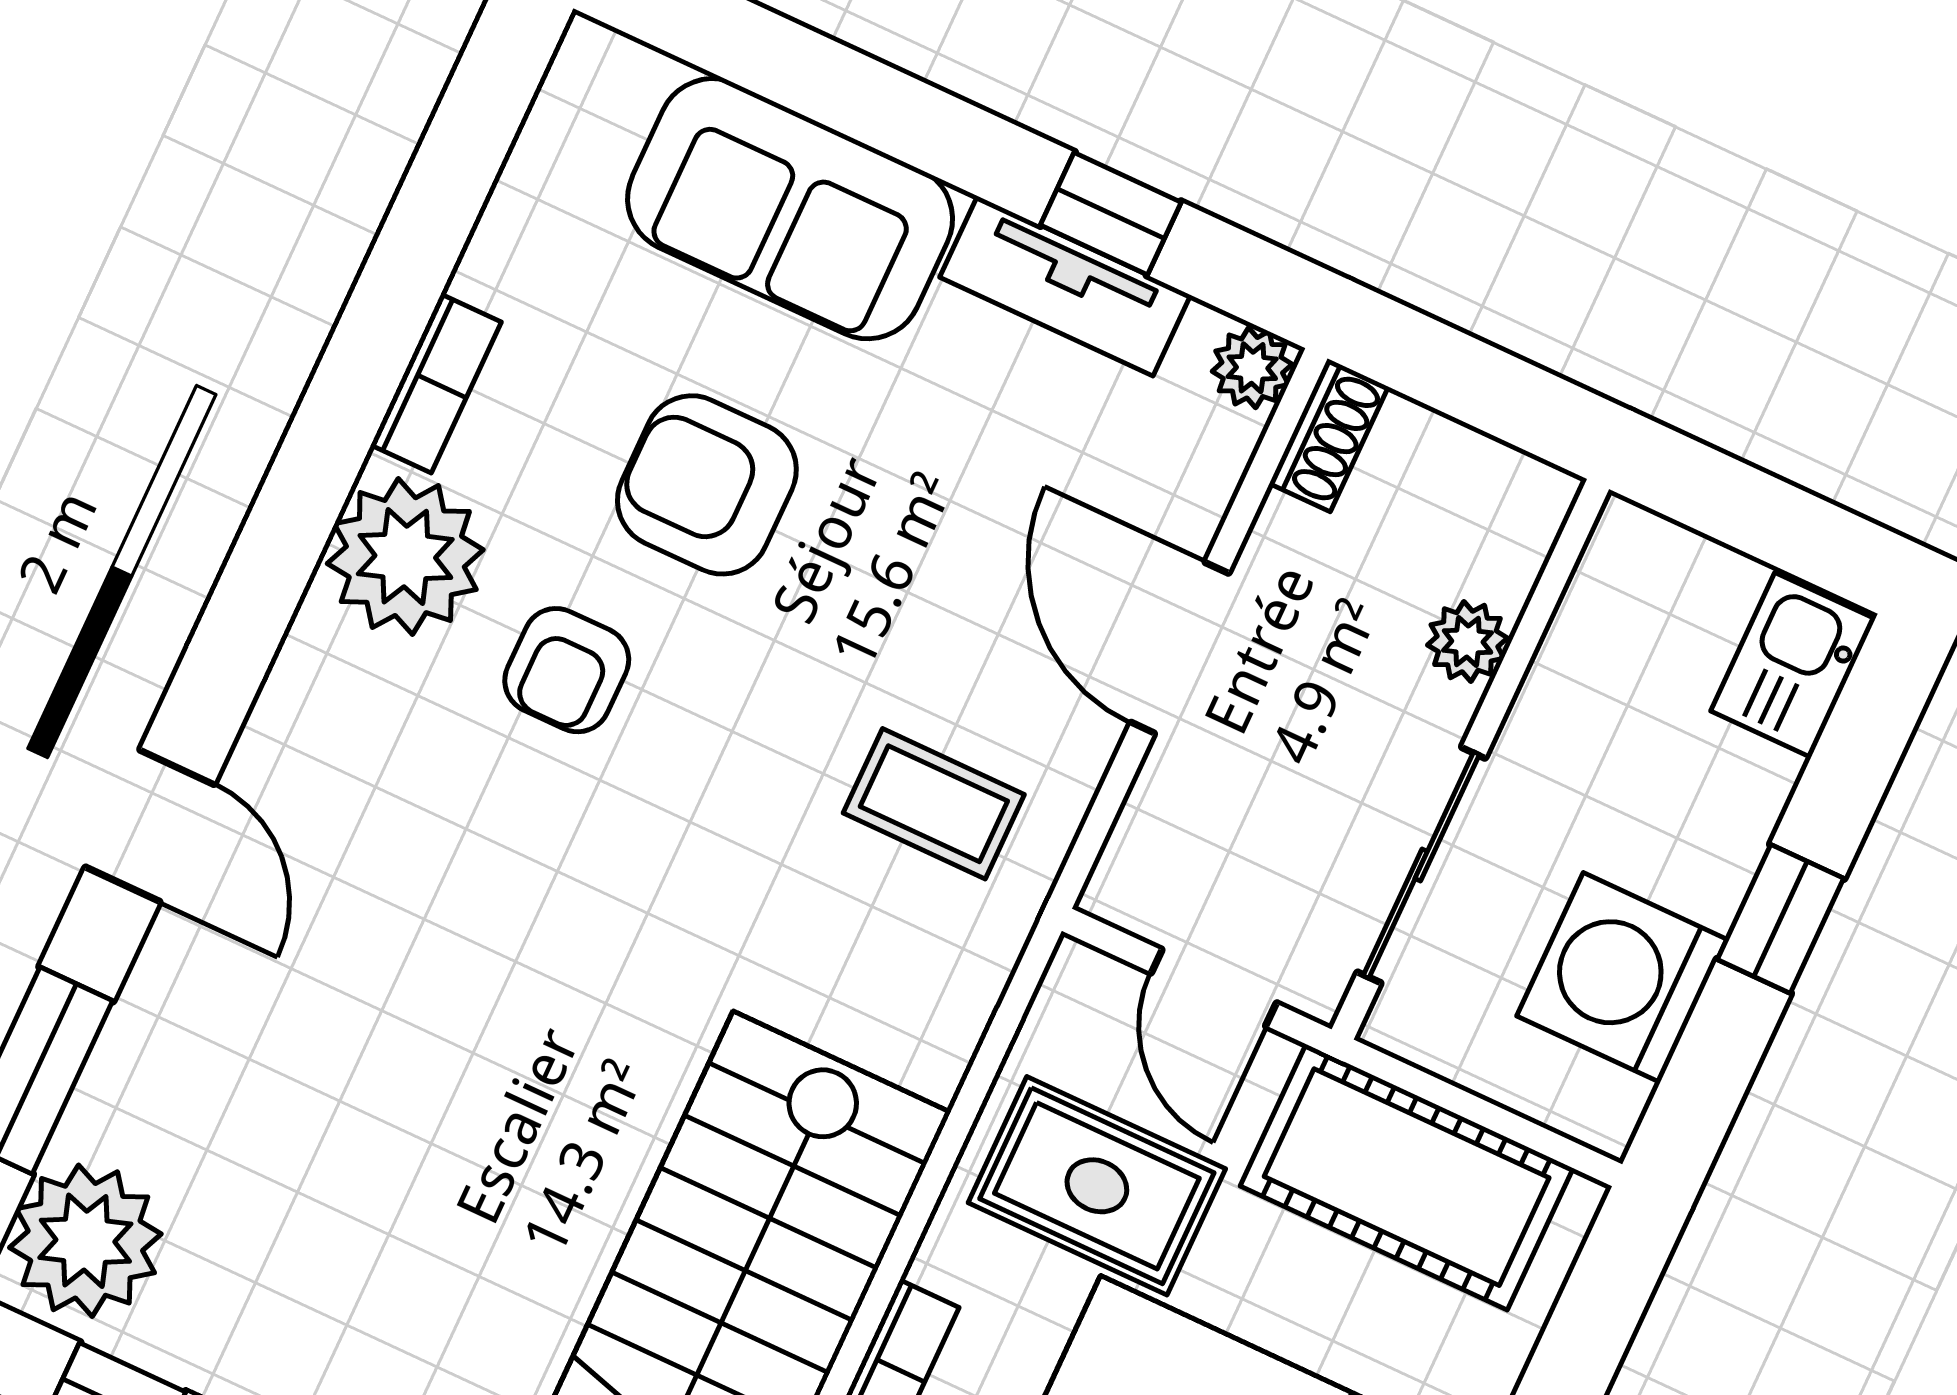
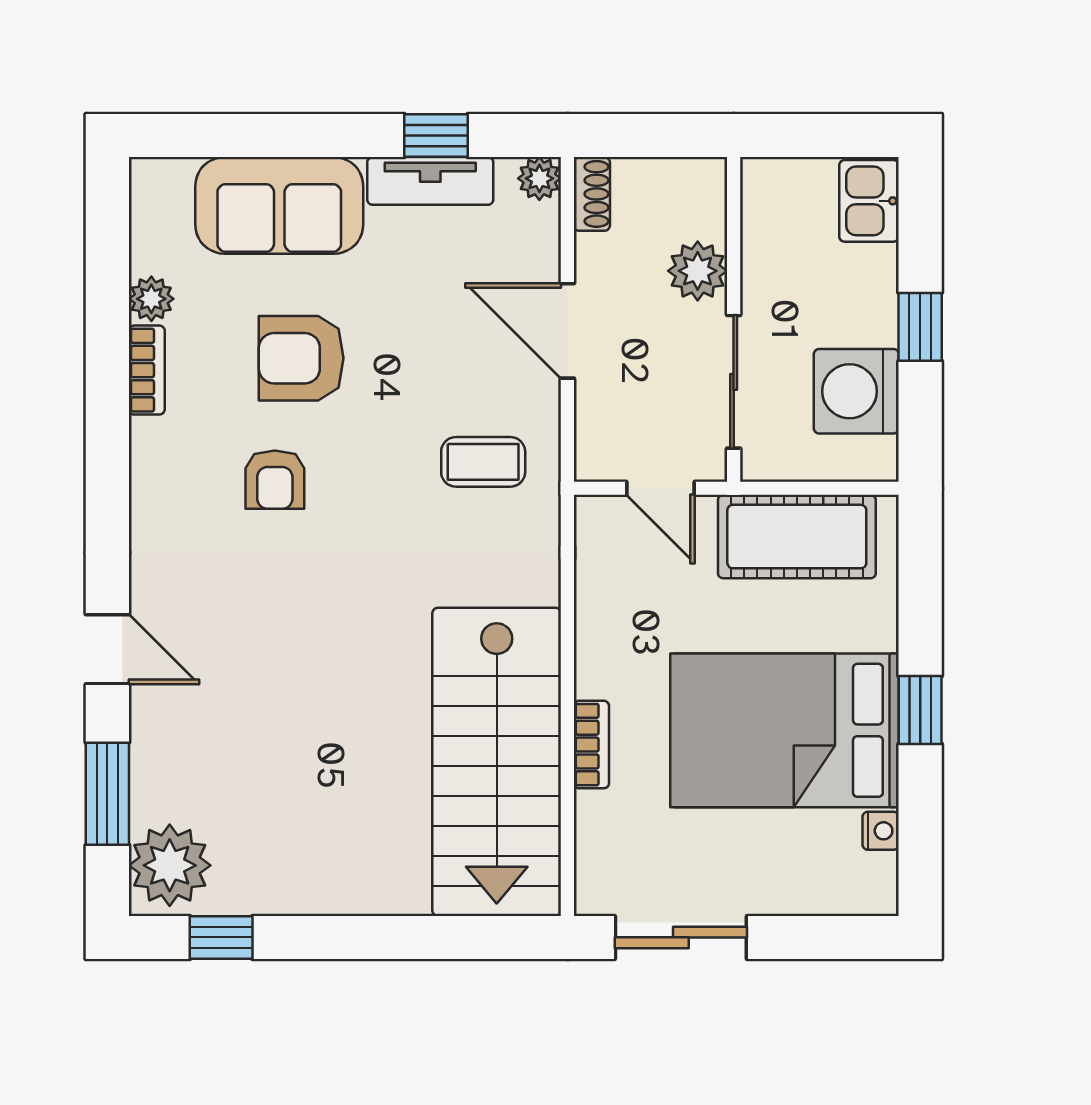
plant: (405, 557) -> (151, 299), moved, width x0.53, depth x0.53
plant: (1467, 641) -> (698, 271), width x1.38, depth x1.38
rug: (1097, 1186) -> (648, 611), removed

